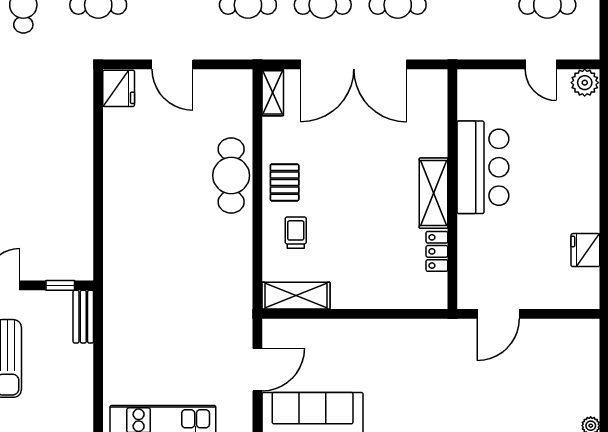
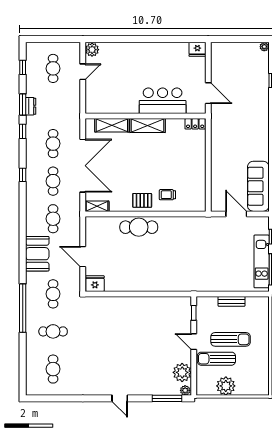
door: (172, 64) -> (83, 257), swing flipped
bar counter: (483, 167) -> (163, 101), moved
fridge: (585, 250) -> (197, 49), moved
locker: (437, 251) -> (195, 124), moved
shelving: (296, 296) -> (112, 125), moved, turned 90
bench: (83, 317) -> (232, 301), moved

